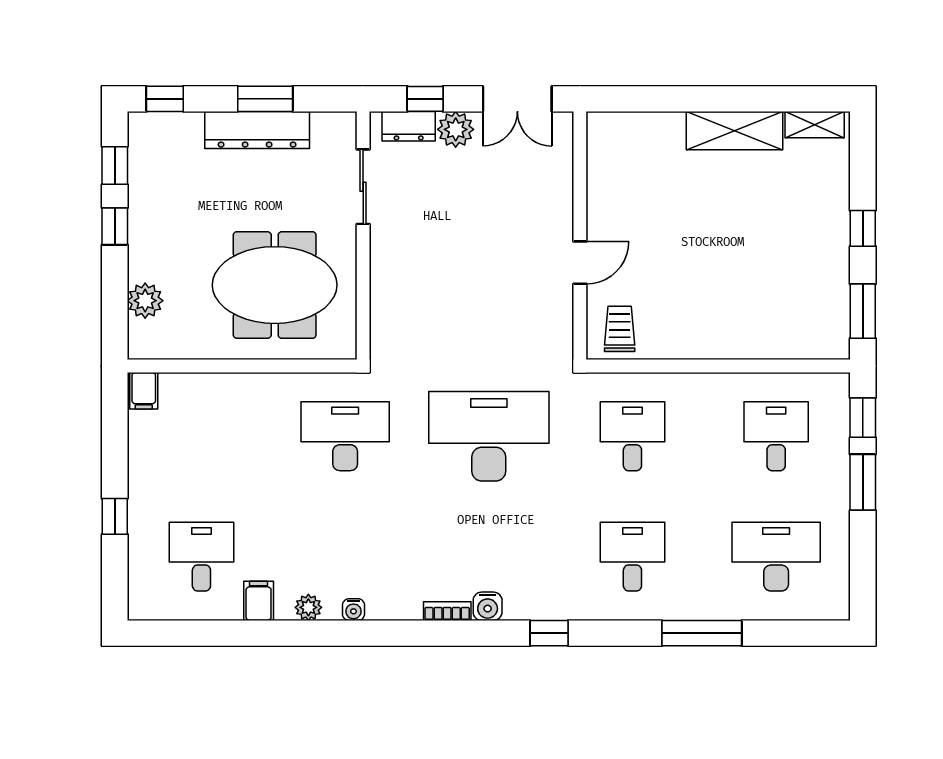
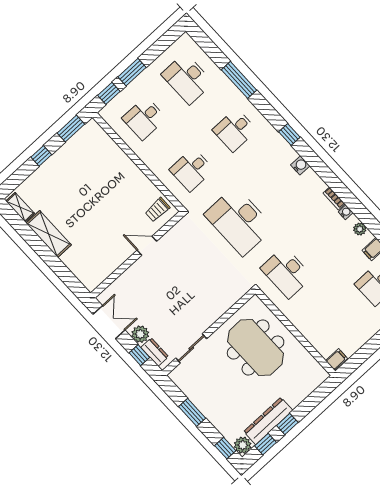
dresser: (257, 130) -> (268, 421), moved, turned -90
plant: (145, 301) -> (243, 445), moved
bookcase: (447, 611) -> (334, 198), moved

